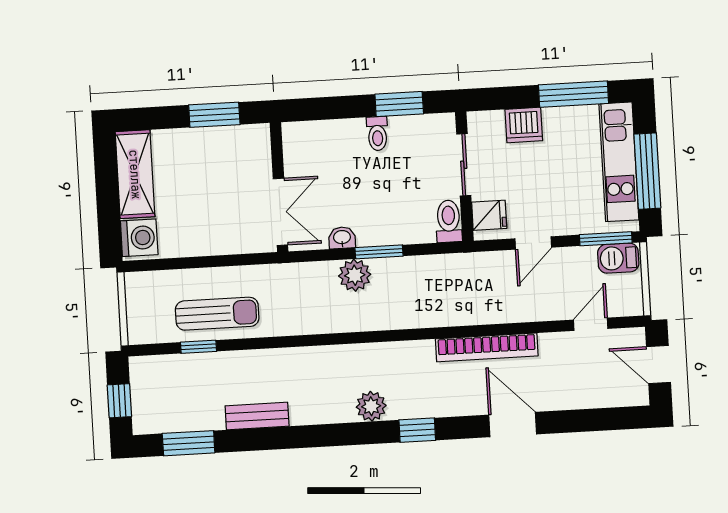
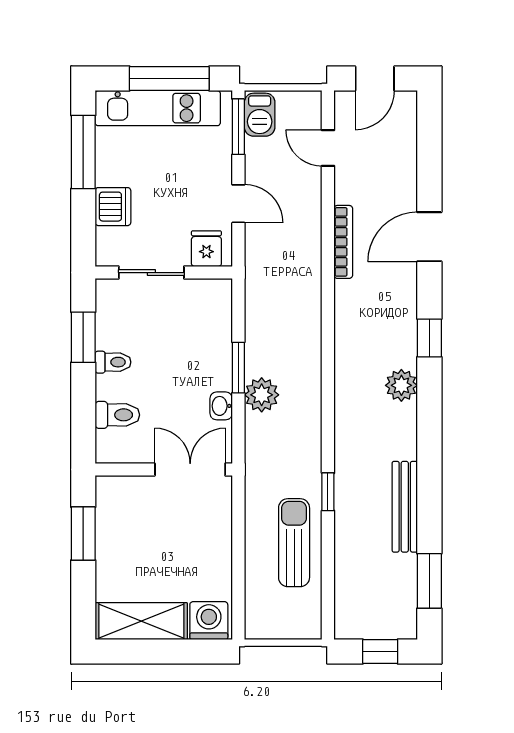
toilet: (449, 221) -> (117, 415), moved, turned 180
window: (199, 347) -> (328, 492), moved
bookcase: (487, 347) -> (343, 242), width x0.68, depth x0.76
bench: (257, 416) -> (405, 507), width x1.36

